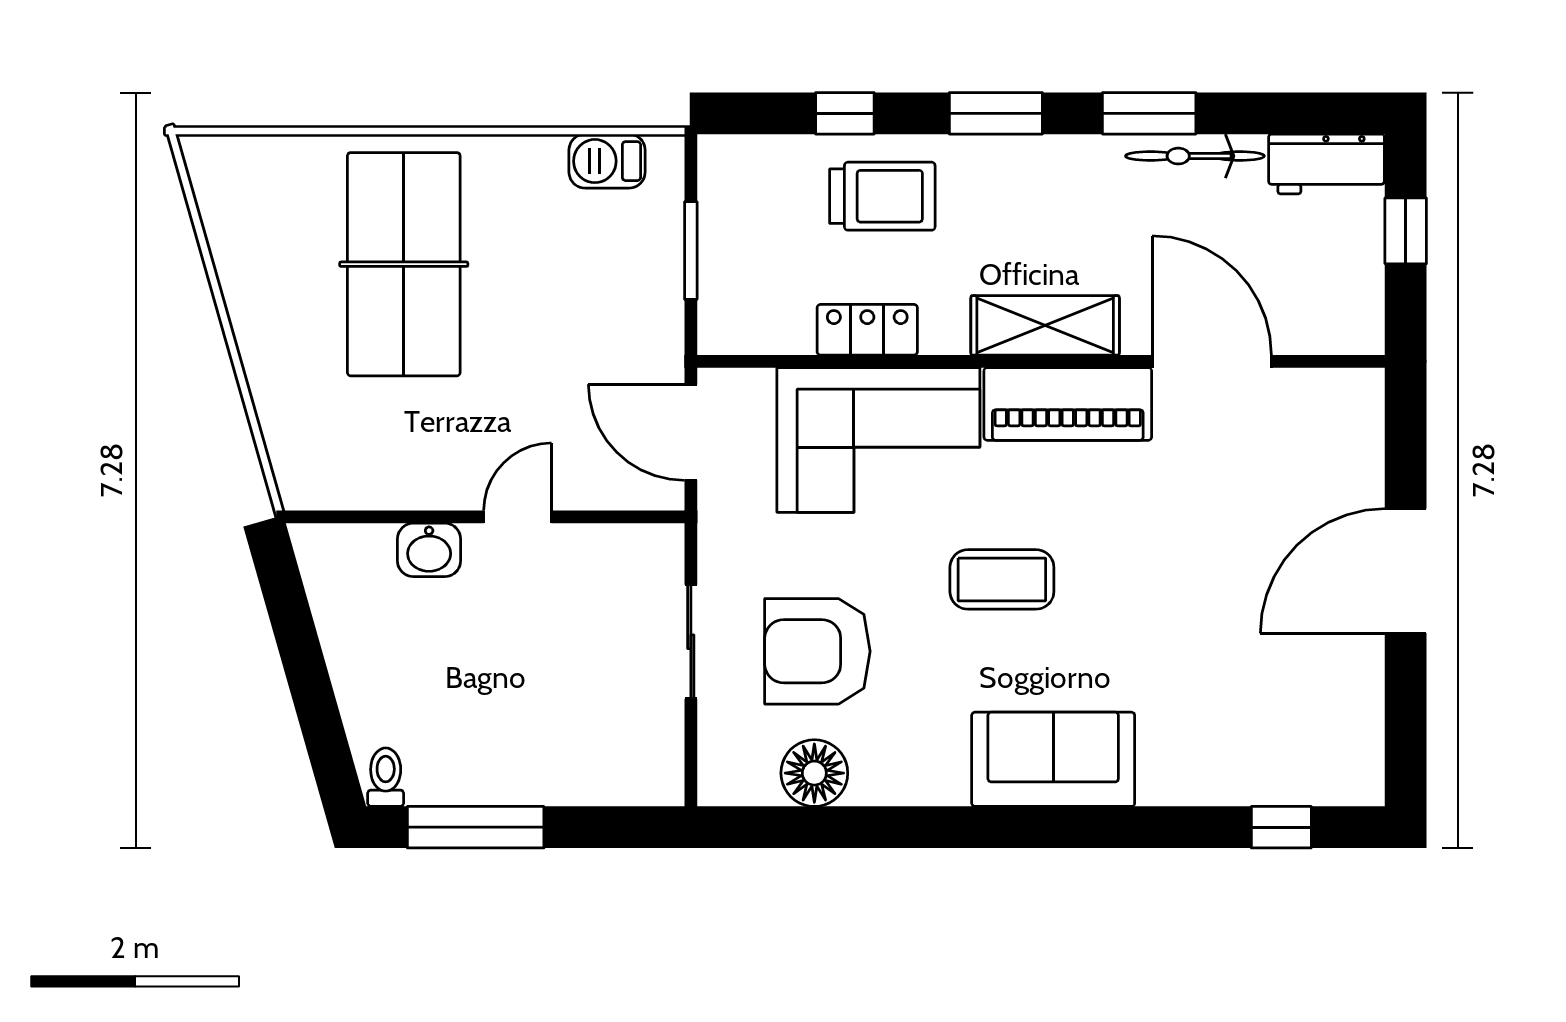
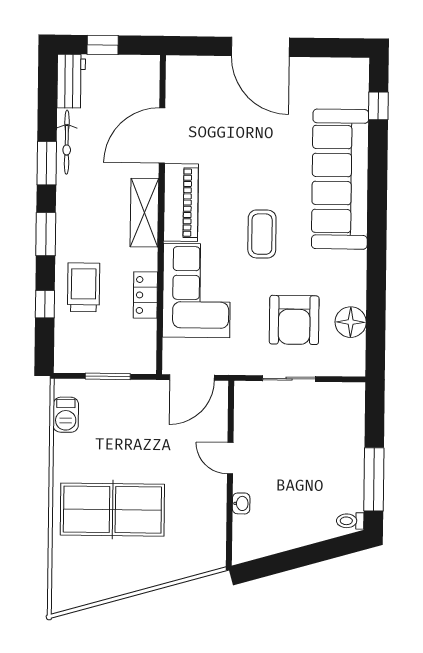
washbasin: (429, 550) -> (241, 503), width x0.72, depth x0.69
sofa: (1053, 759) -> (340, 179), width x1.85, depth x1.27

